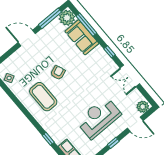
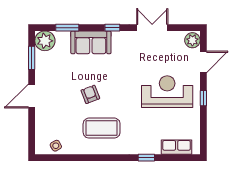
window: (50, 18) -> (32, 58), width x0.69
window: (86, 25) -> (67, 28), width x0.69
sofa: (82, 37) -> (91, 42), moved
double door: (130, 76) -> (152, 28), swing flipped
reception desk: (99, 118) -> (167, 92), turned 90

